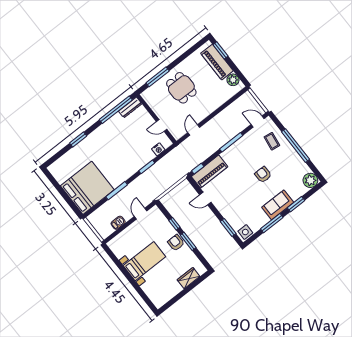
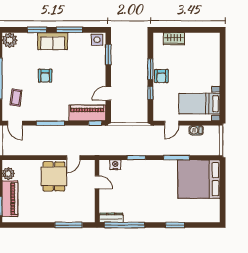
dining table: (181, 88) -> (54, 176), moved
door: (205, 199) -> (108, 93), swing flipped
bed with nightstands: (144, 261) -> (199, 104), moved

